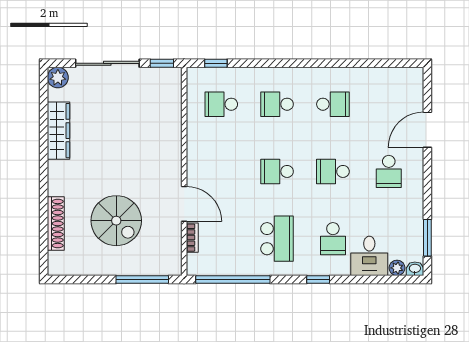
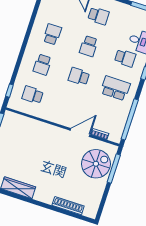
school desk: (221, 104) -> (33, 95), turned 90
school desk: (277, 171) -> (79, 76), turned 90
spiral stairs: (116, 221) -> (96, 164), moved

